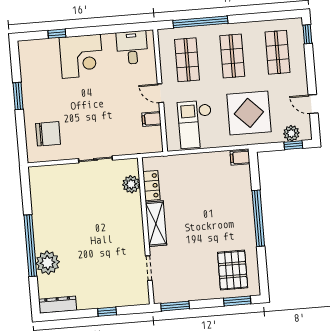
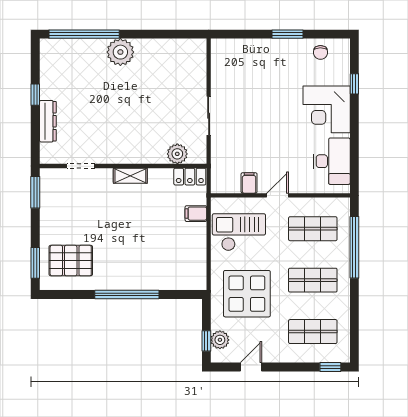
desk: (132, 48) -> (332, 161), width x1.37
chair: (48, 134) -> (320, 52), moved, width x0.54, depth x0.54
filing cabinet: (240, 158) -> (196, 214), moved, turned -90
locker: (151, 186) -> (190, 177), moved
shelving: (156, 224) -> (130, 176), width x0.67, depth x0.75
window: (30, 246) -> (84, 34), moved
plant: (48, 263) -> (120, 52), moved
dresser: (58, 305) -> (48, 121), moved
window: (107, 312) -> (35, 95), moved

